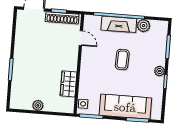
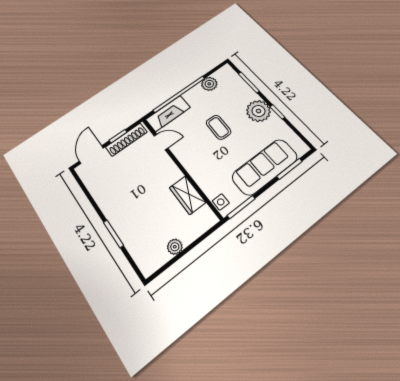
fireplace: (119, 24) -> (168, 113), moved
plant: (160, 71) -> (258, 111), width x1.87, depth x1.87

